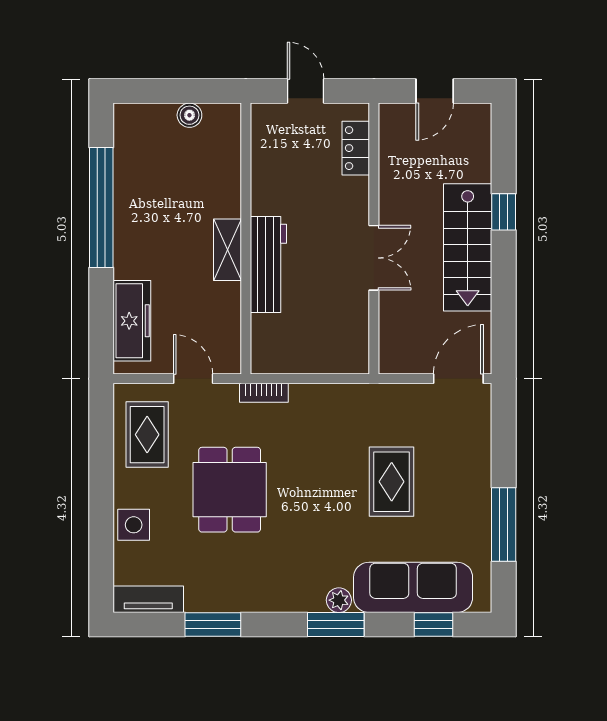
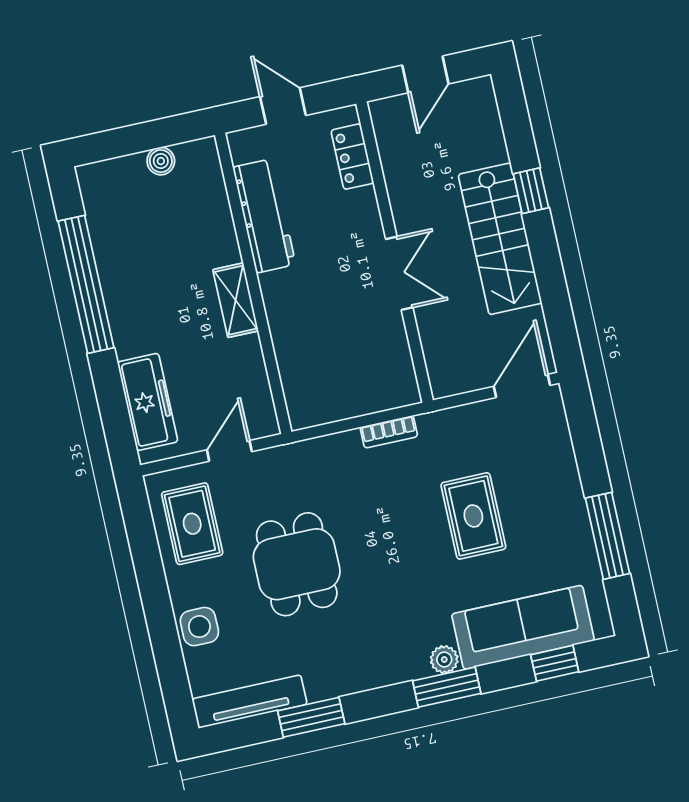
workbench: (268, 265) -> (264, 216), moved
door: (193, 379) -> (229, 451), hinge flipped
bookcase: (264, 393) -> (389, 432), moved
tv unit: (148, 599) -> (250, 702), width x1.41

